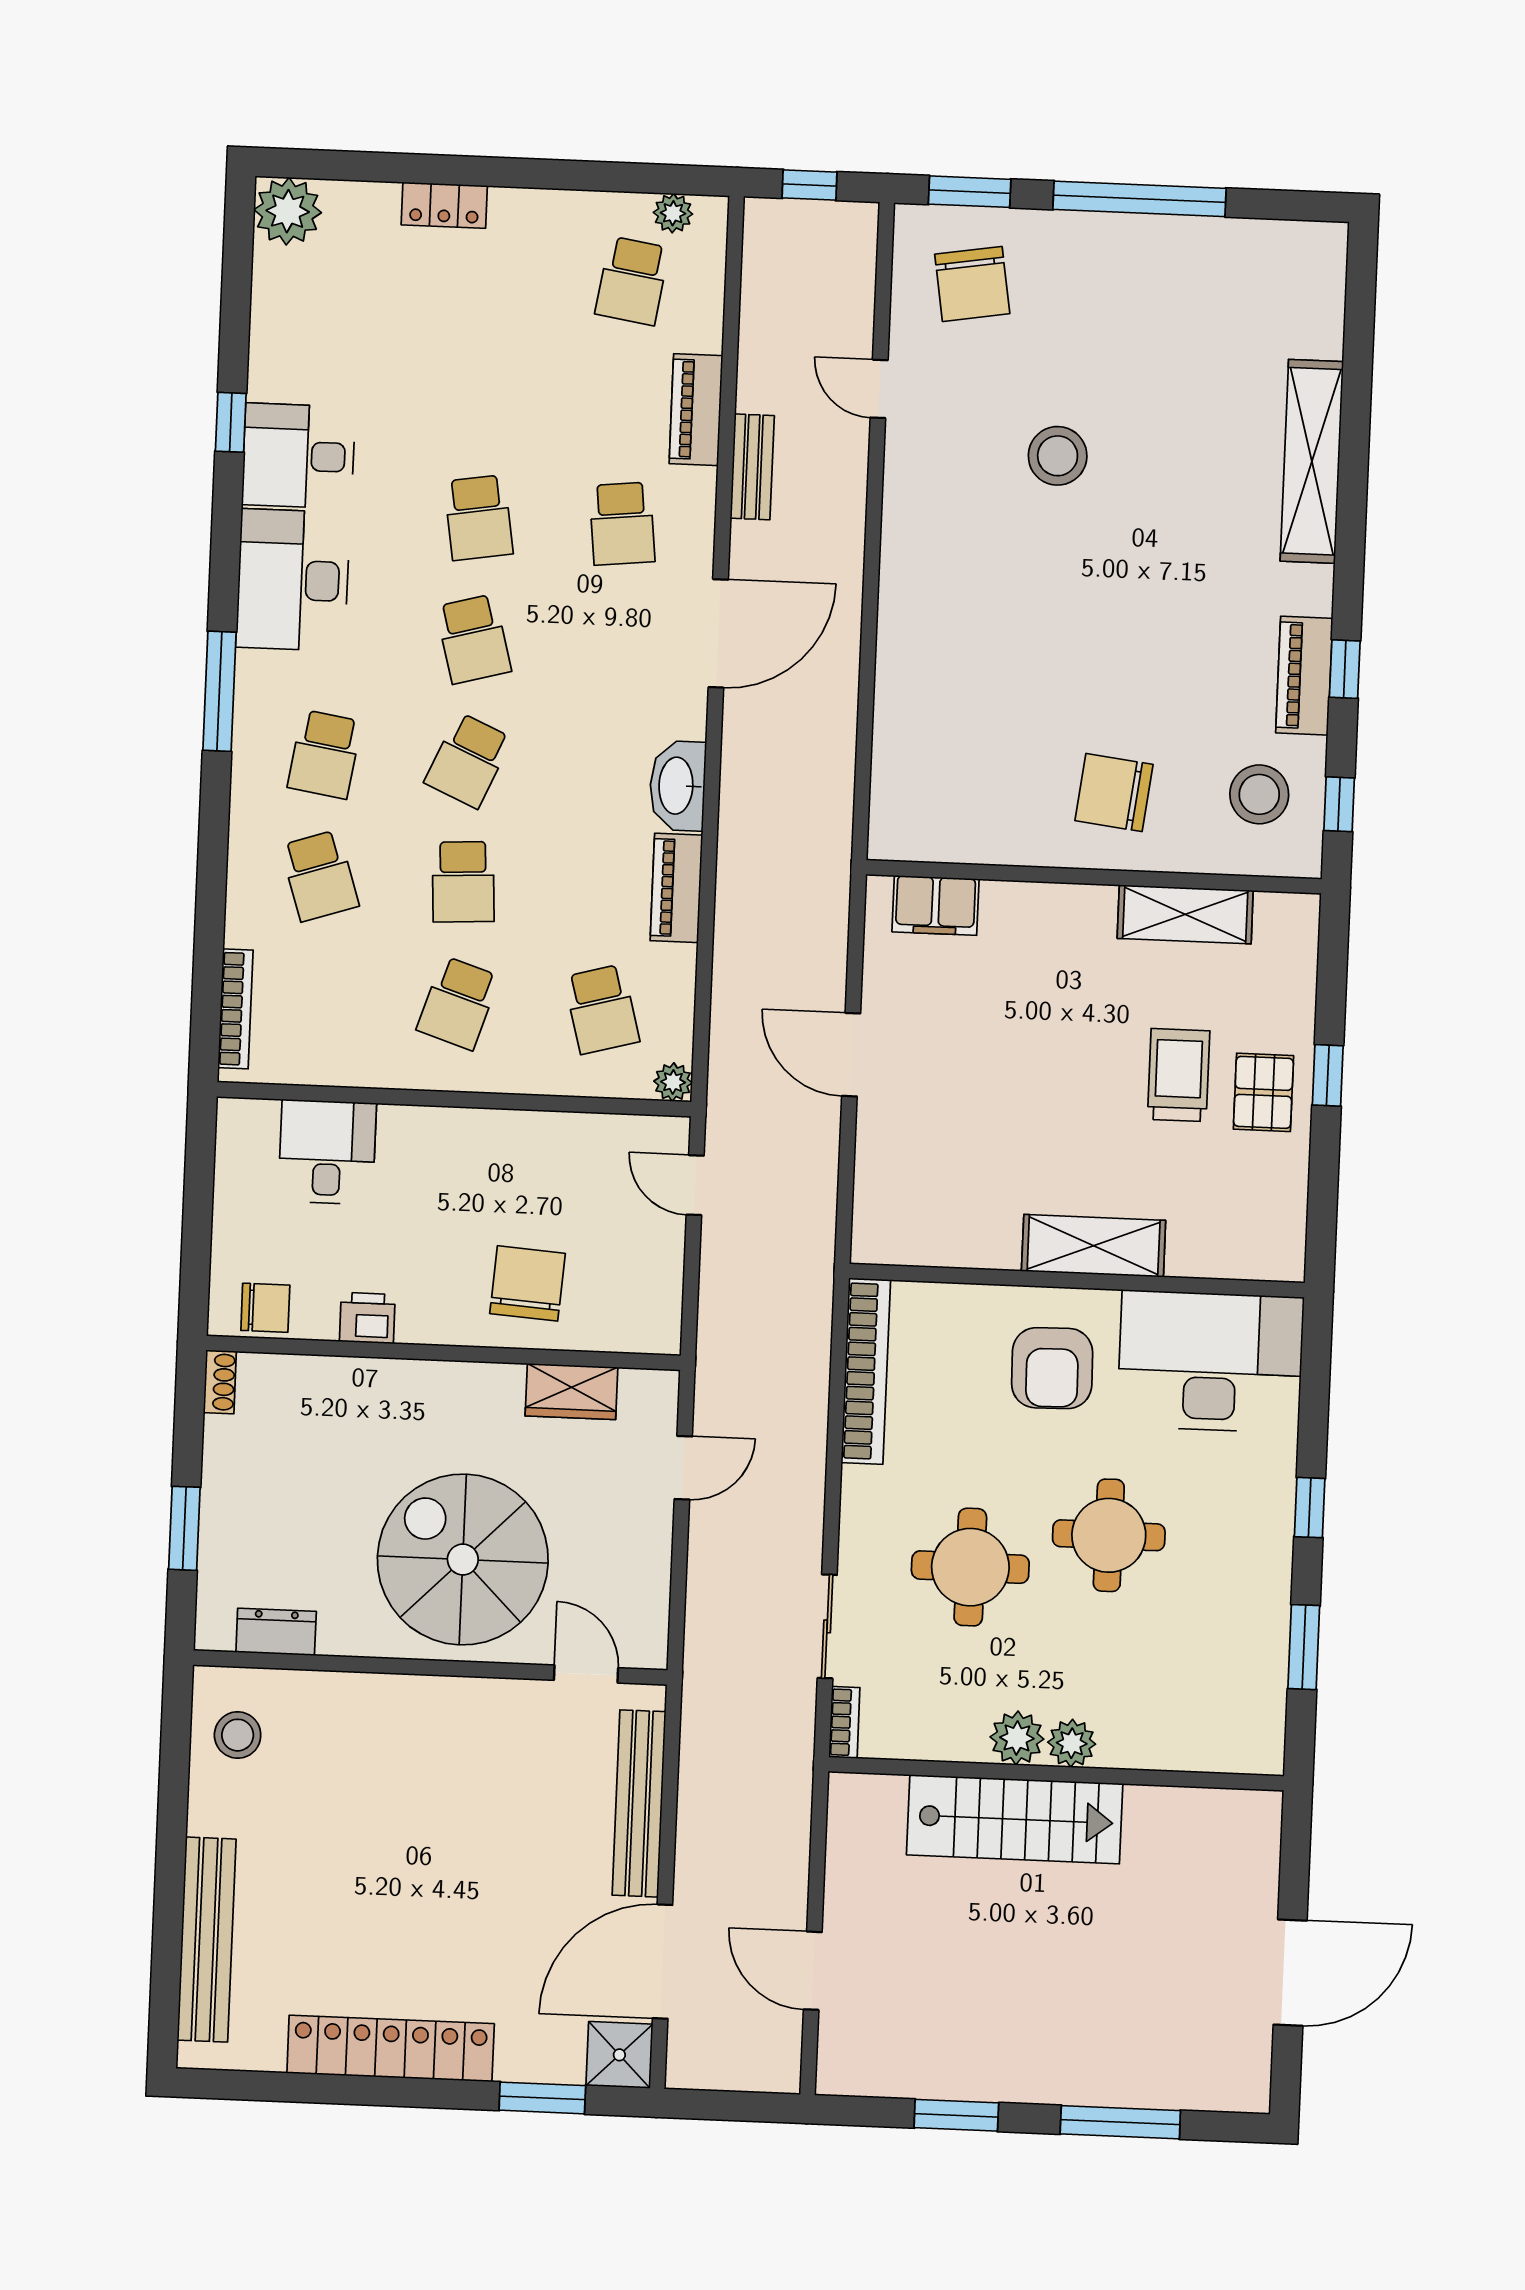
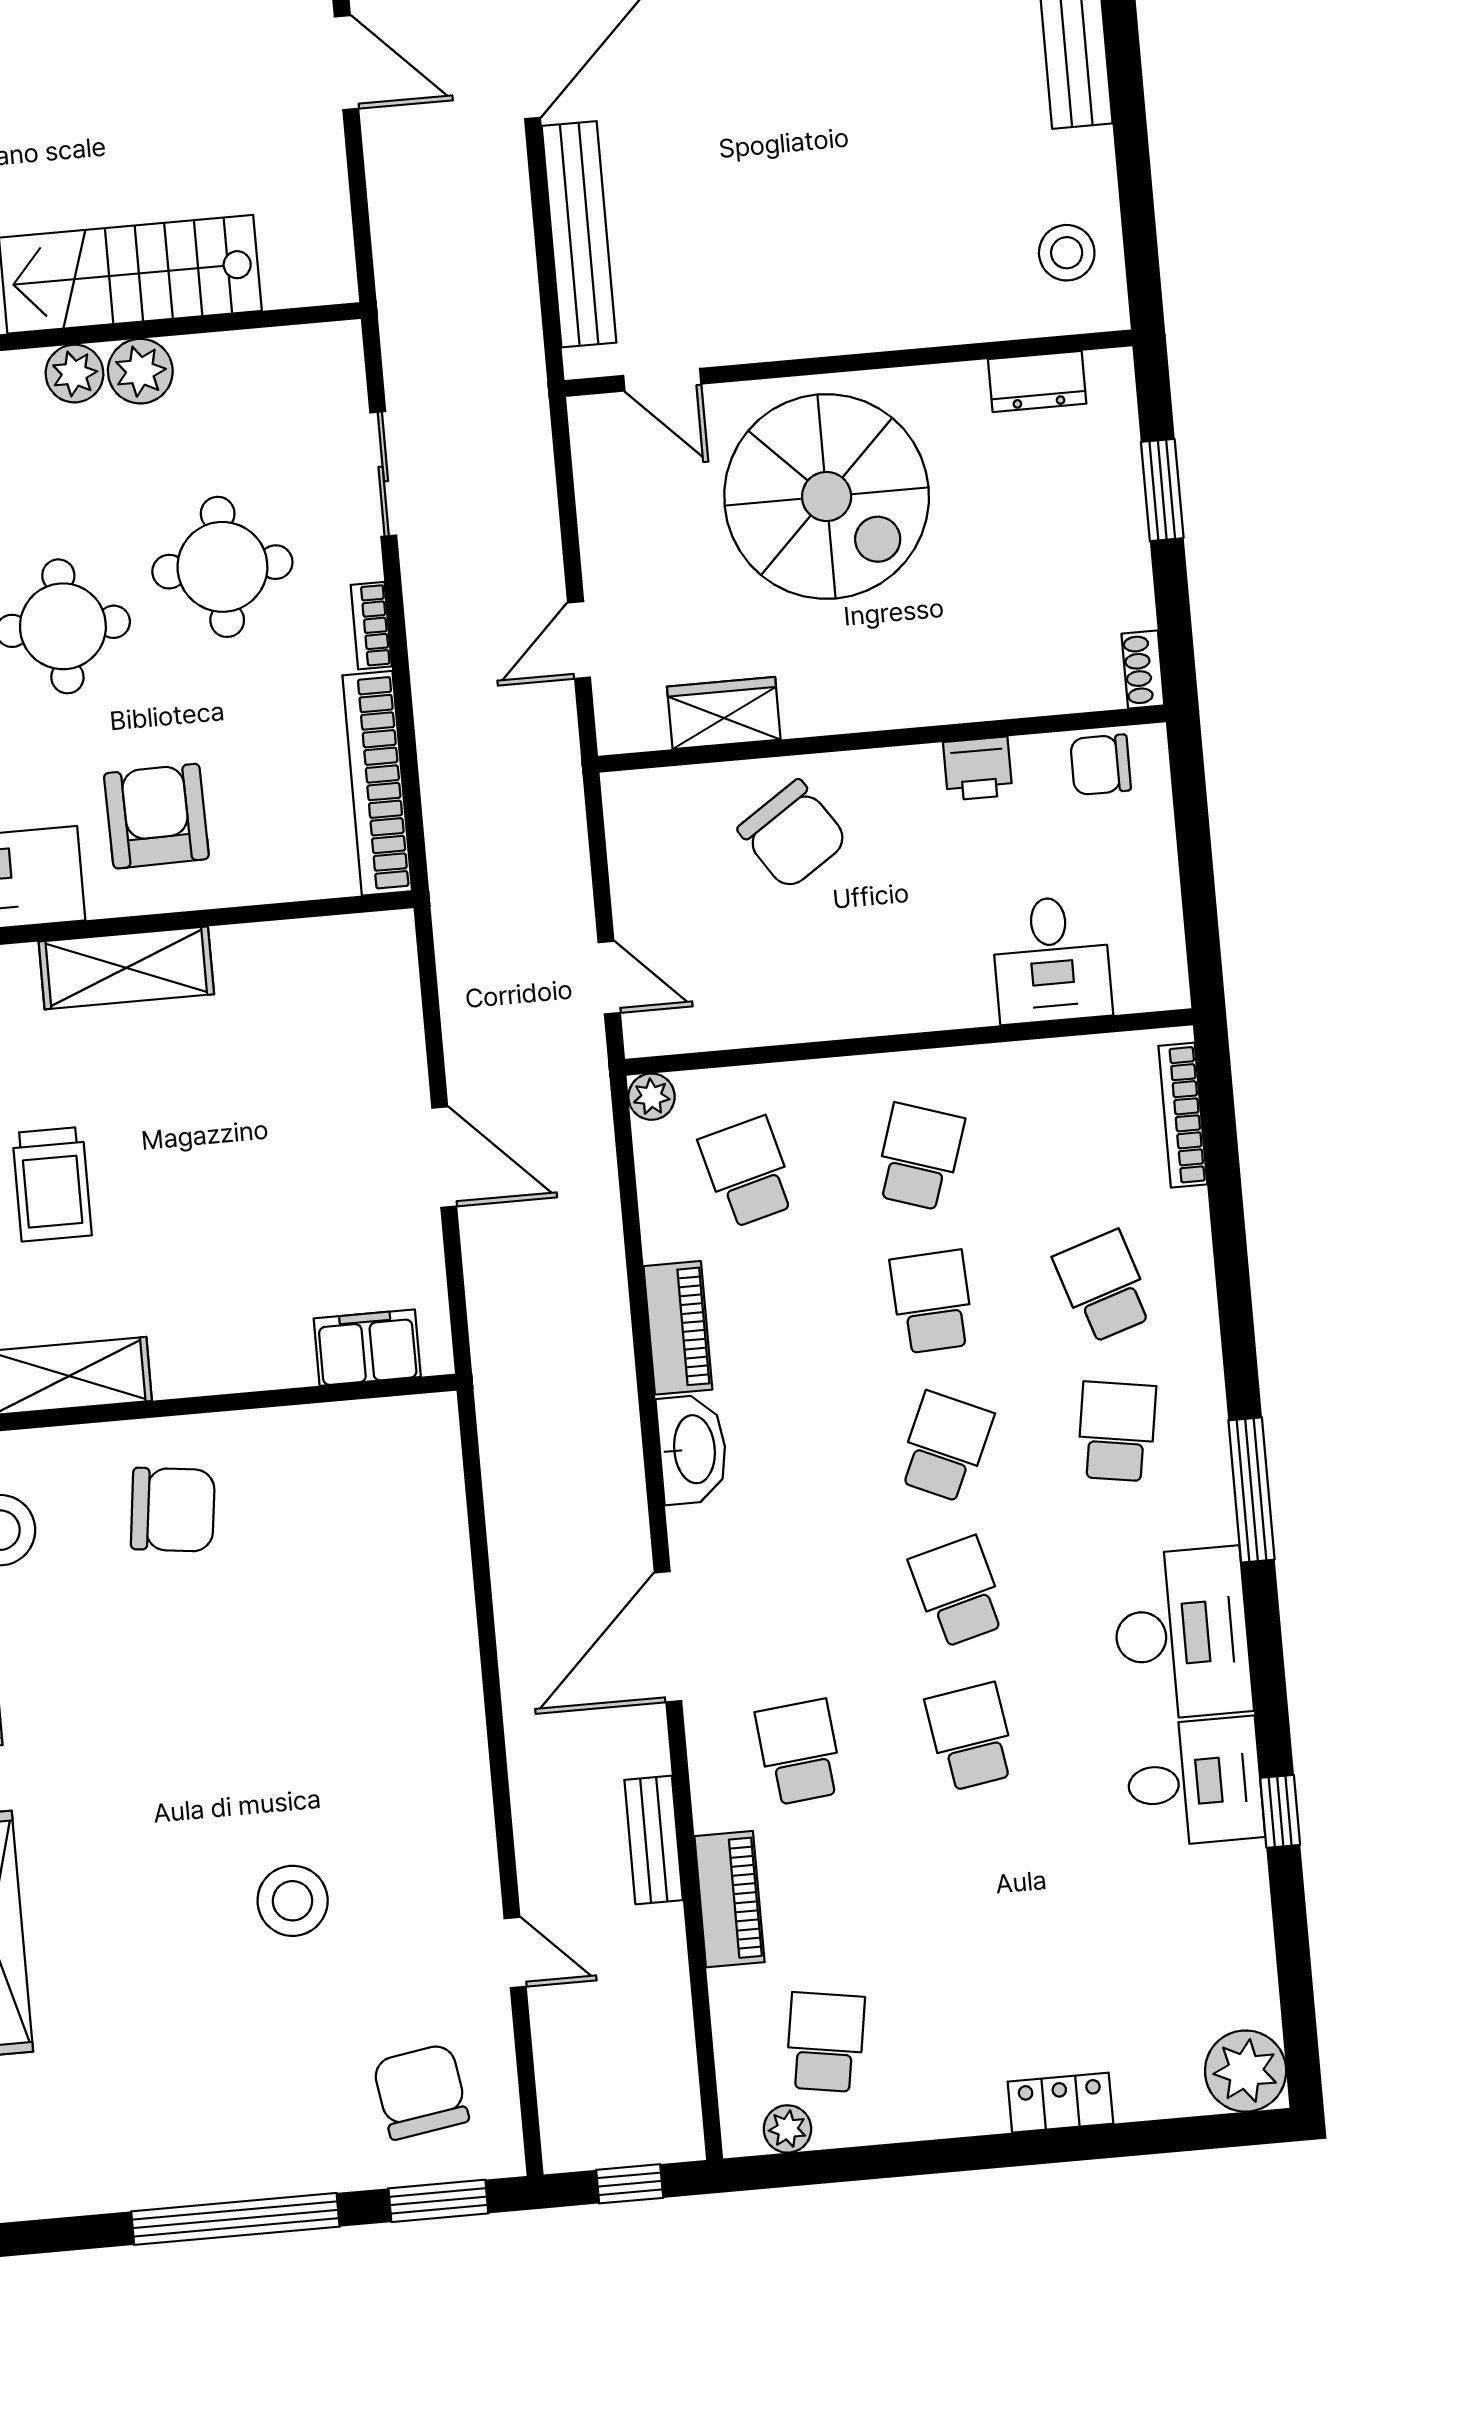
chair: (528, 1283) -> (793, 835), turned -38
bookcase: (844, 1722) -> (371, 626), moved

